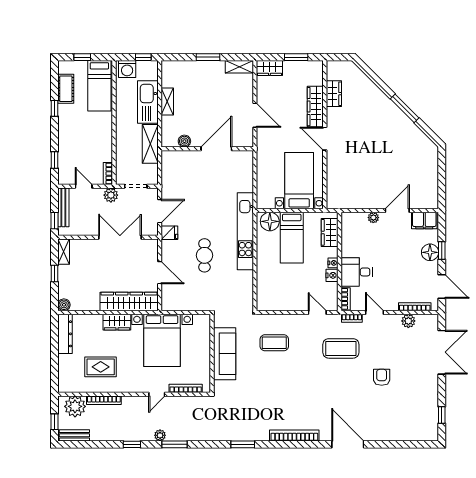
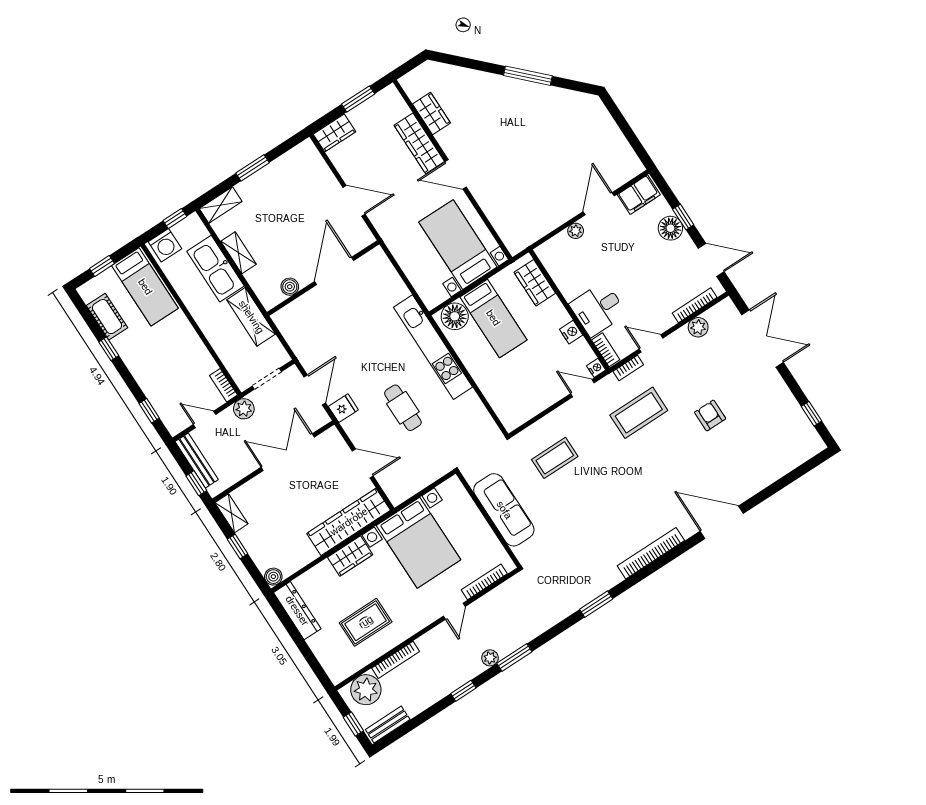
shelving: (239, 67) -> (221, 205), moved
nightstand: (333, 263) -> (596, 368), moved

